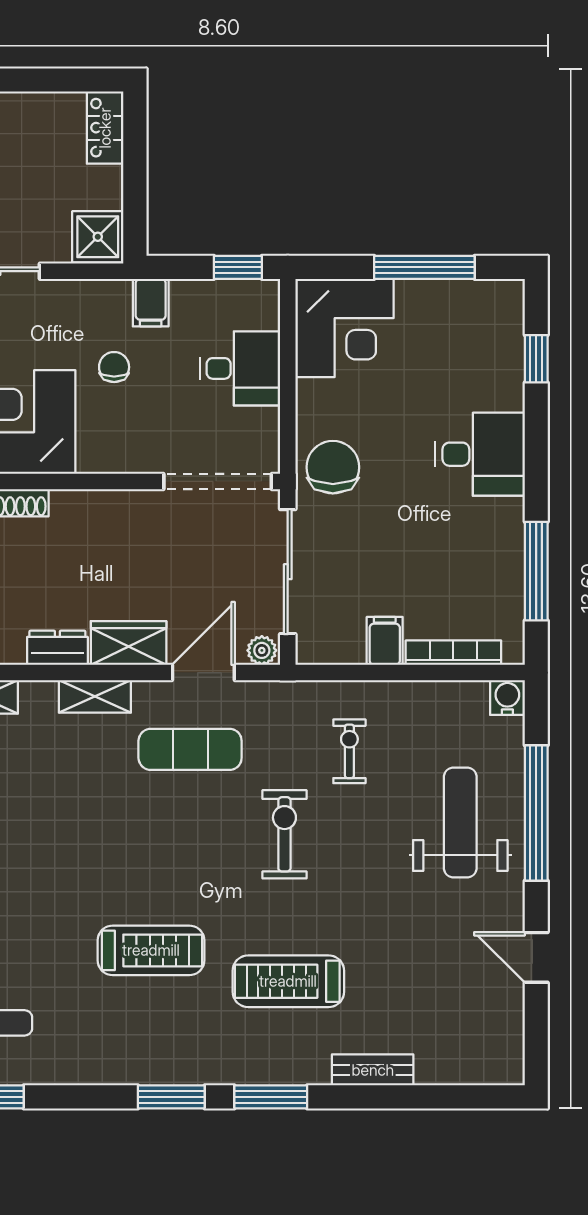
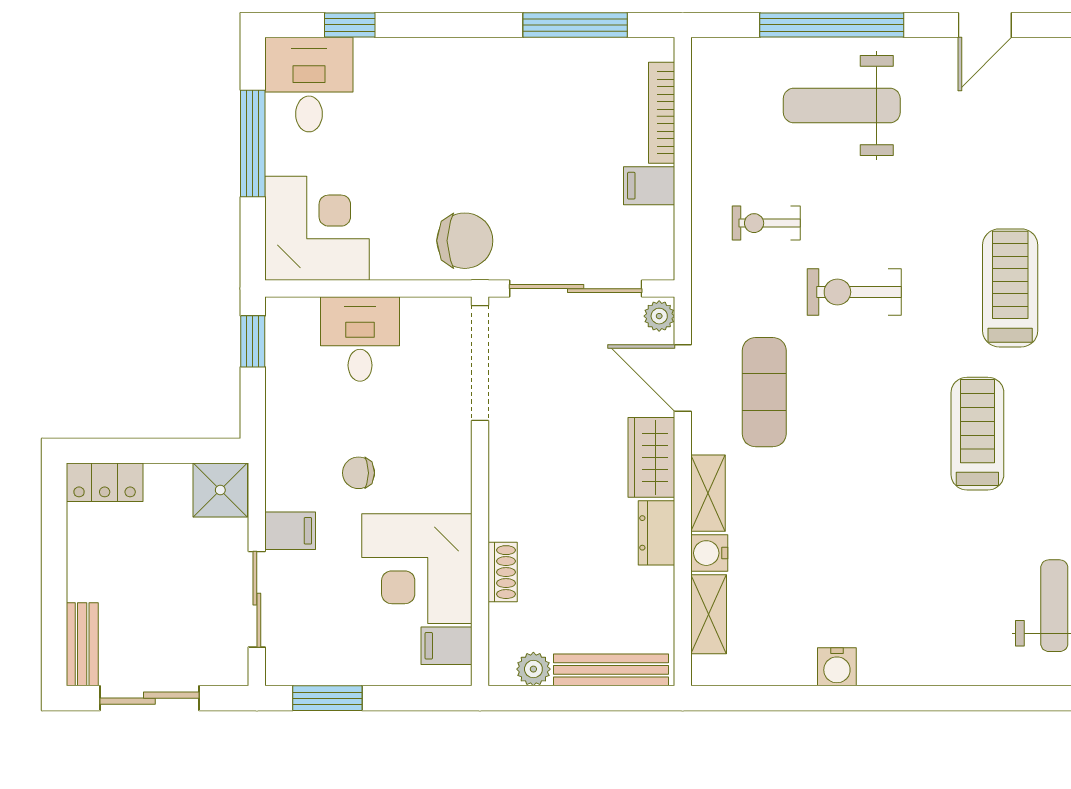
filing cabinet: (151, 303) -> (290, 531), moved
desk: (480, 454) -> (309, 85), moved
chair: (333, 467) -> (465, 241), turned 180
water cooler: (507, 698) -> (709, 553), moved
treadmill: (288, 981) -> (1010, 288), turned 180

